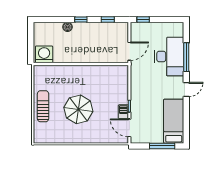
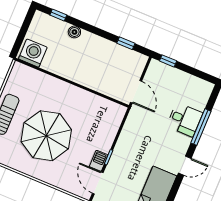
window: (81, 20) -> (58, 15), moved
door: (129, 51) -> (136, 92), hinge flipped
desk: (169, 57) -> (185, 120), width x0.53, depth x0.77
parasol: (78, 109) -> (46, 136), width x1.36, depth x1.36

